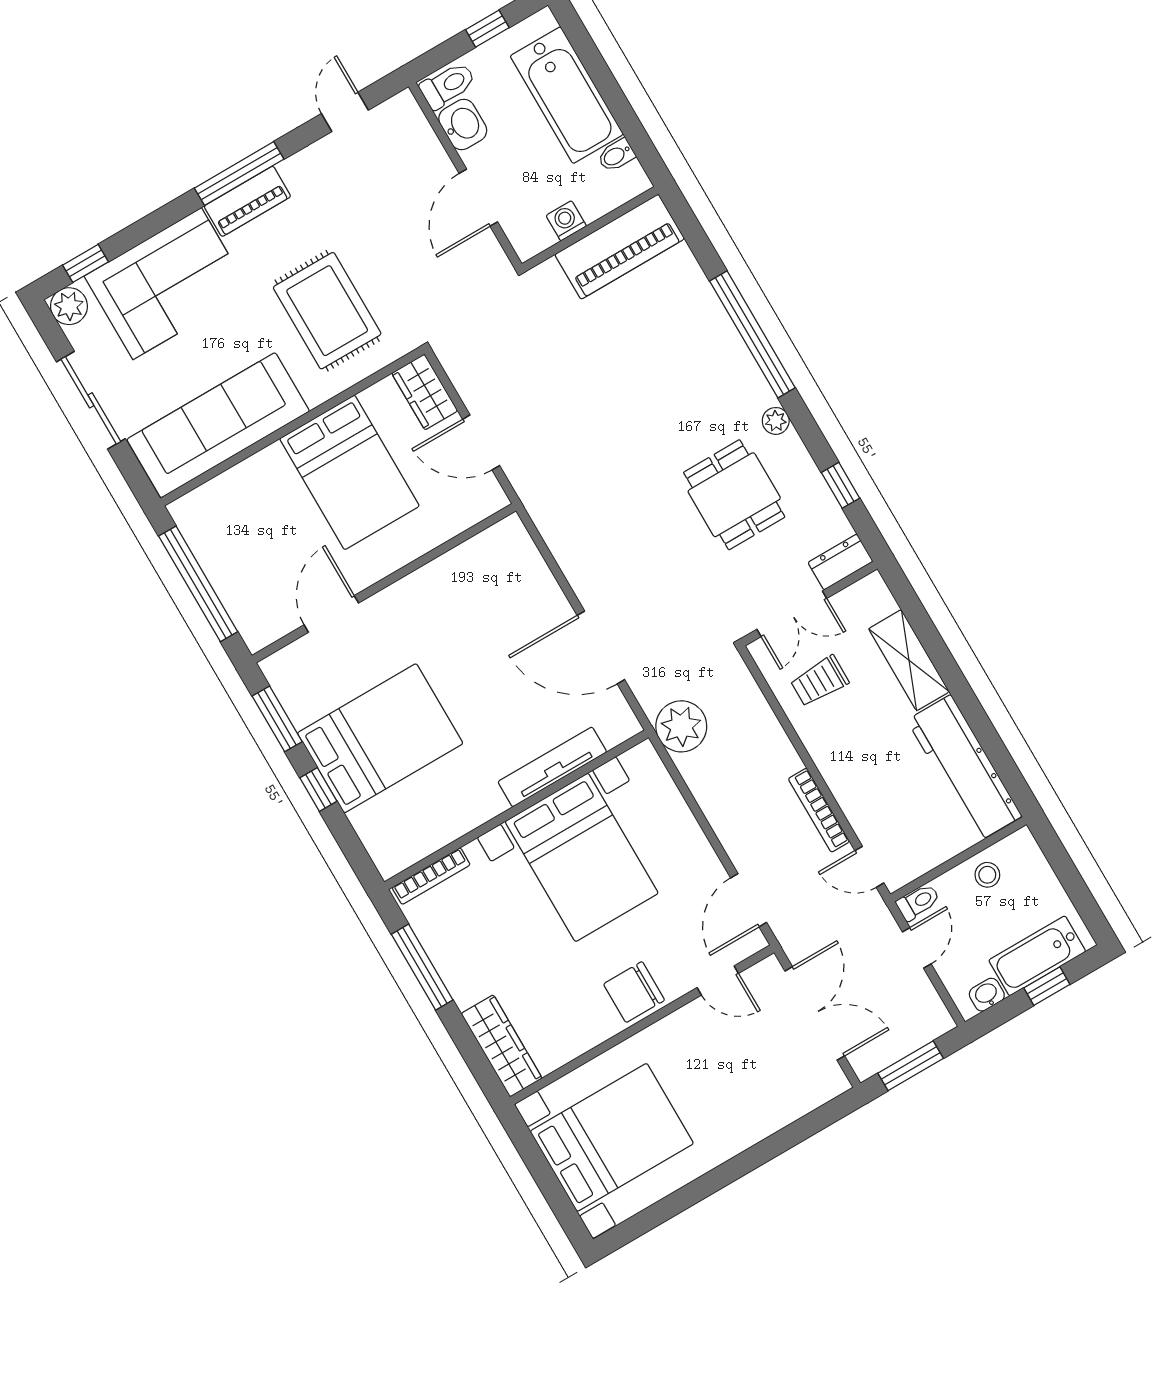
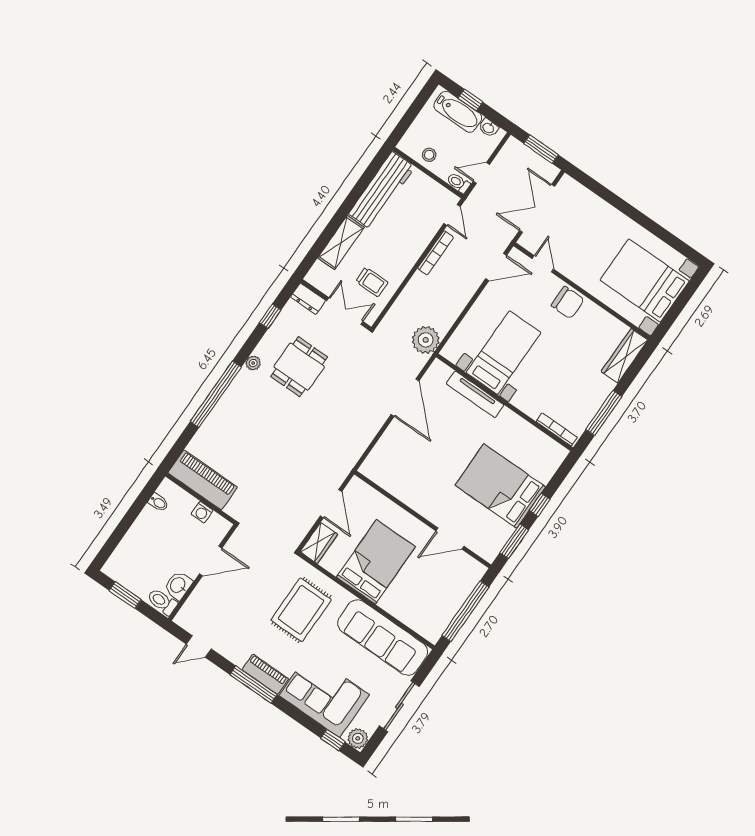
window: (487, 29) -> (125, 595), width x1.50
bathtub: (567, 95) -> (140, 541), removed
bed with nightstands: (582, 857) -> (504, 353), width x0.73

